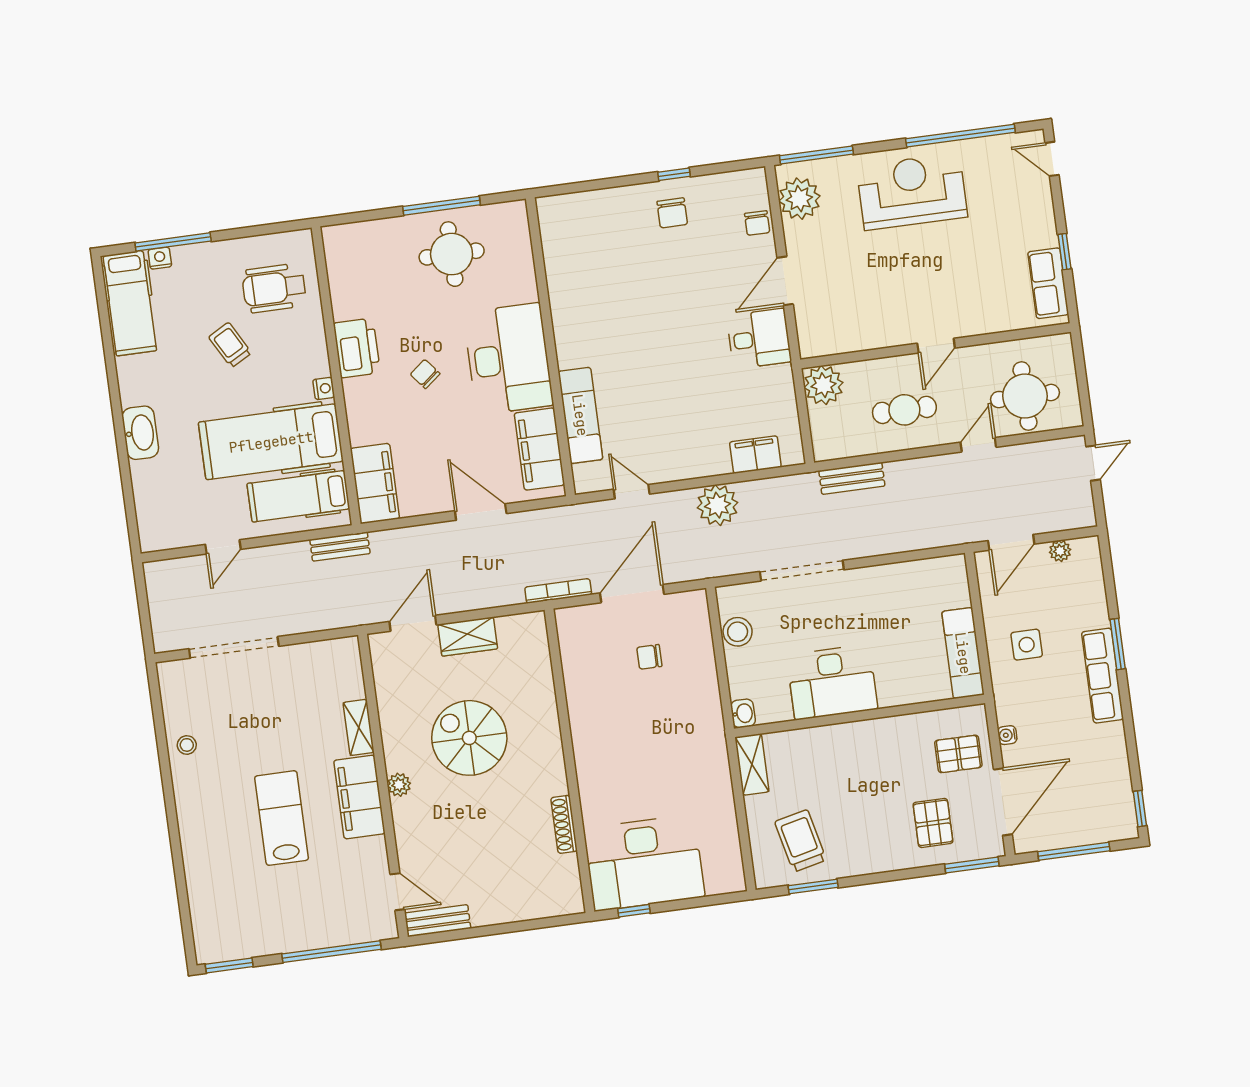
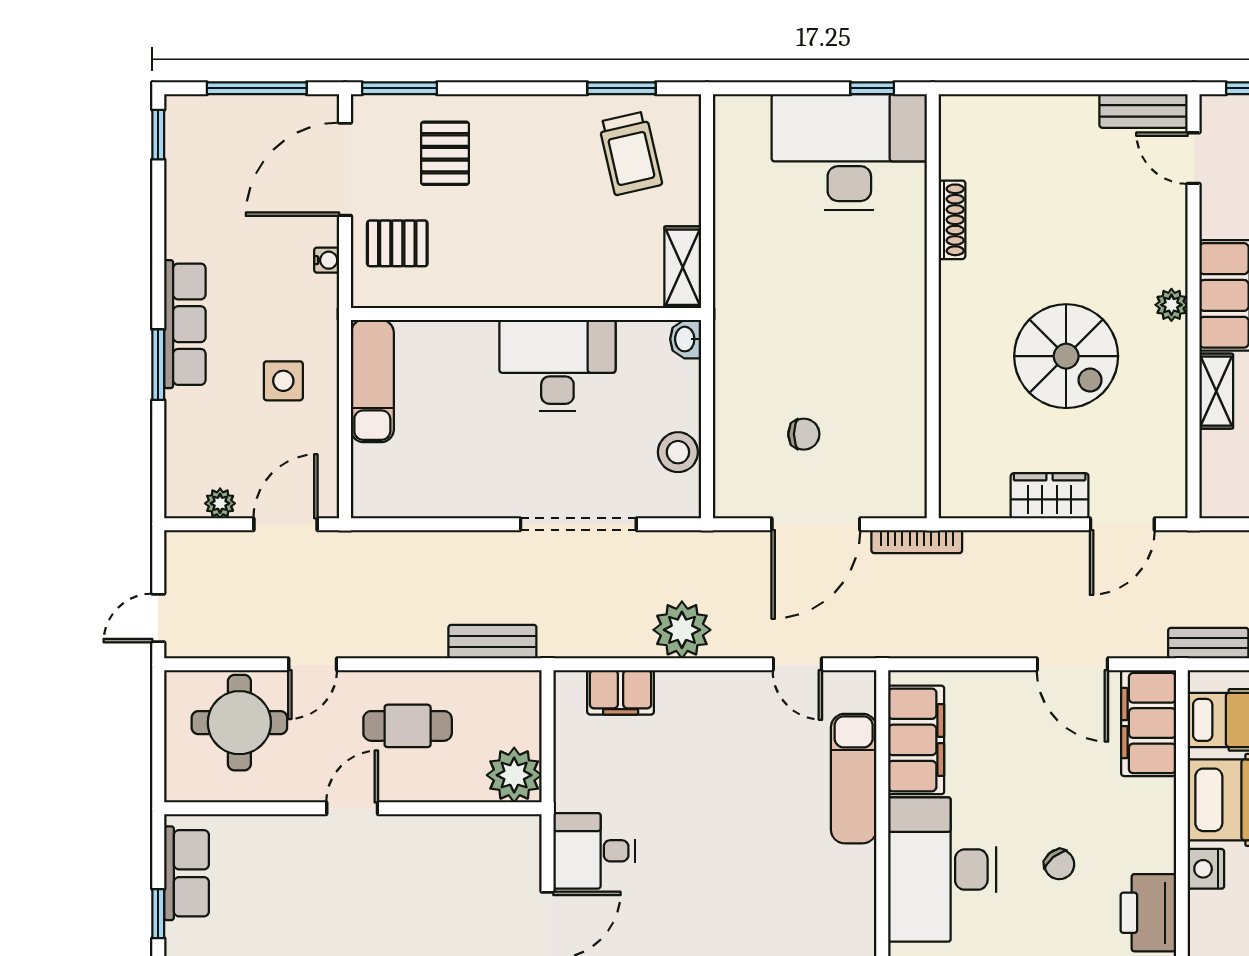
nightstand: (324, 388) -> (1206, 869), width x1.39, depth x1.35
door: (481, 512) -> (1072, 664), moved

